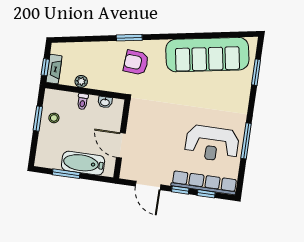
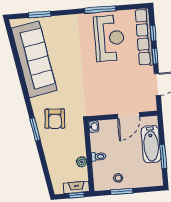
washbasin: (105, 102) -> (94, 127), moved

